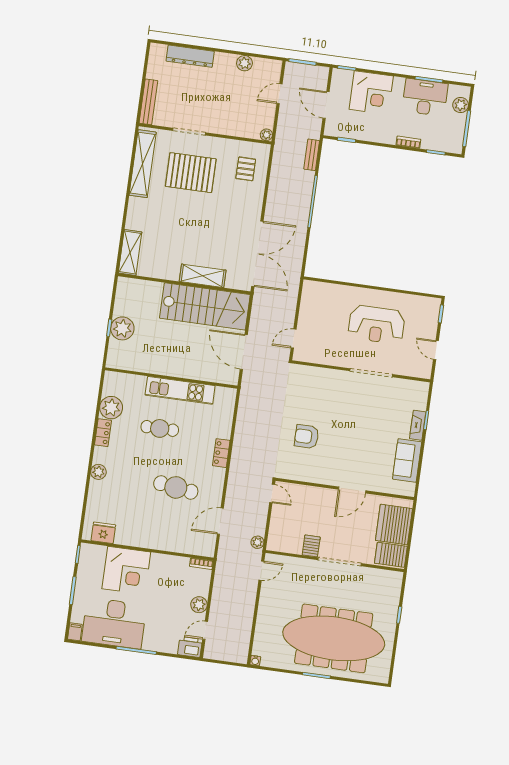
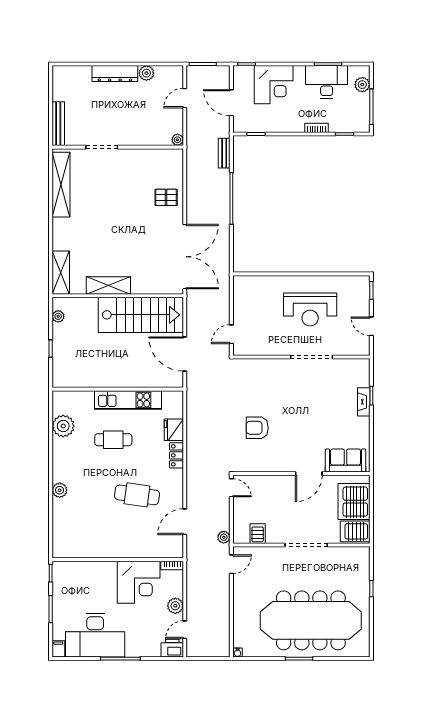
dresser: (190, 56) -> (115, 74), moved
pallet: (246, 169) -> (166, 197), moved, turned 90
pallet: (191, 173) -> (109, 187), removed
shelving: (203, 276) -> (108, 286), moved
plant: (122, 328) -> (58, 316), moved, width x0.53, depth x0.53
locker: (103, 433) -> (59, 451), removed
sofa: (407, 460) -> (346, 460), moved, turned 90
fridge: (103, 533) -> (174, 430), moved, turned -90
server rack: (311, 546) -> (258, 534), moved
corner desk: (126, 570) -> (139, 582), moved

